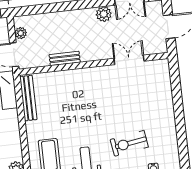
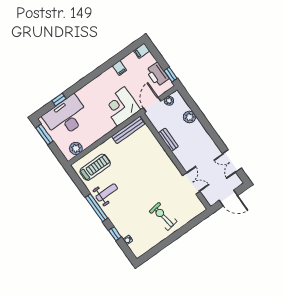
plant: (104, 14) -> (190, 117), moved
exercise bike: (129, 143) -> (163, 216), moved

